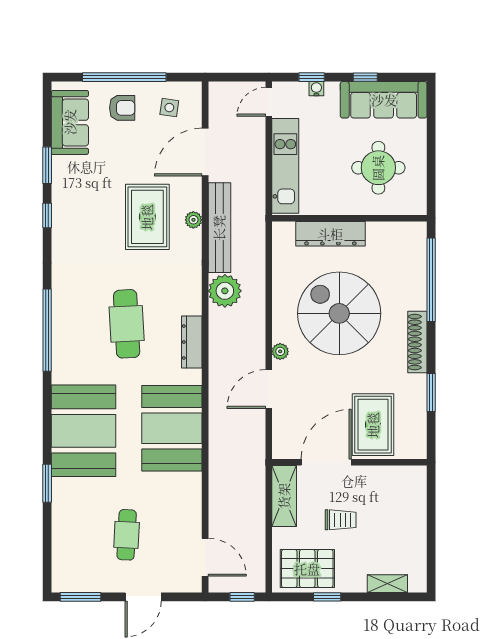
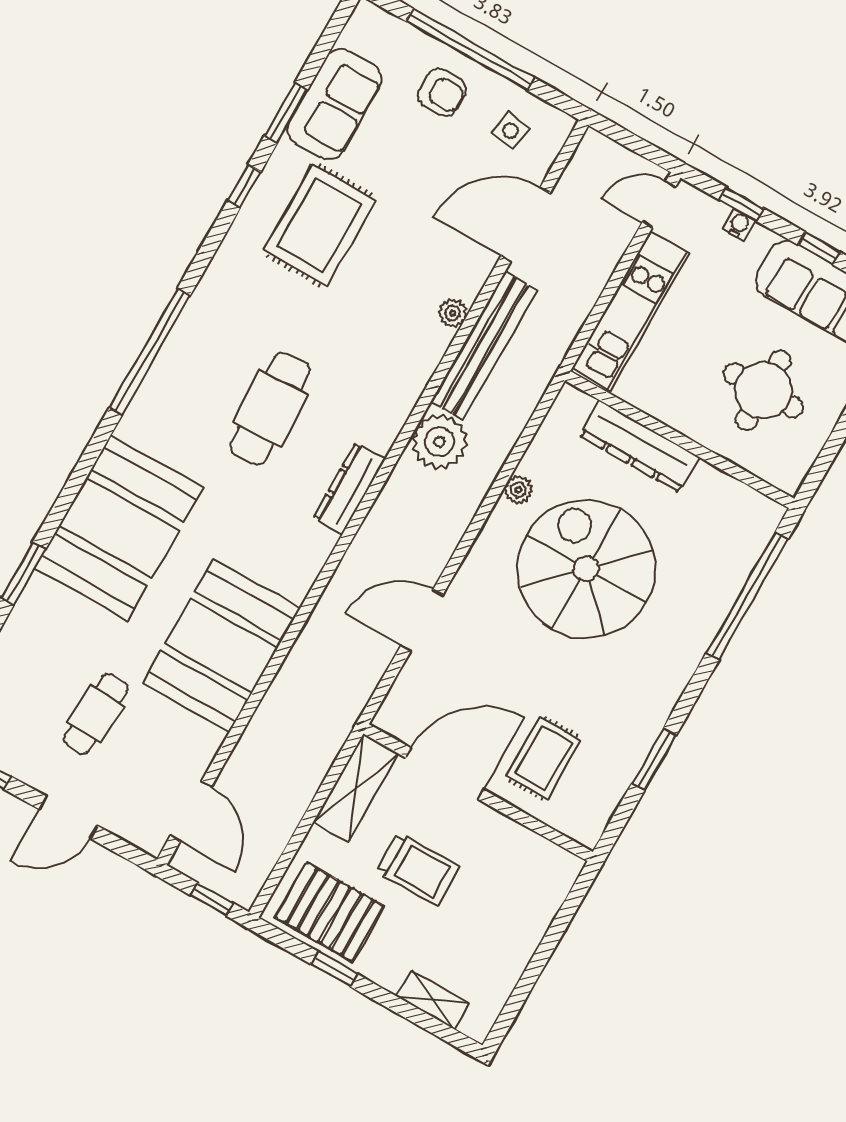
sofa: (70, 122) -> (335, 104), moved
rug: (147, 217) -> (320, 225), moved
shoe rack: (417, 342) -> (676, 675), removed
plant: (280, 351) -> (518, 490), moved
rug: (373, 425) -> (543, 758), width x0.73, depth x0.70
booth: (172, 428) -> (221, 646), moved
trolley: (341, 520) -> (418, 869), width x1.36, depth x1.39

